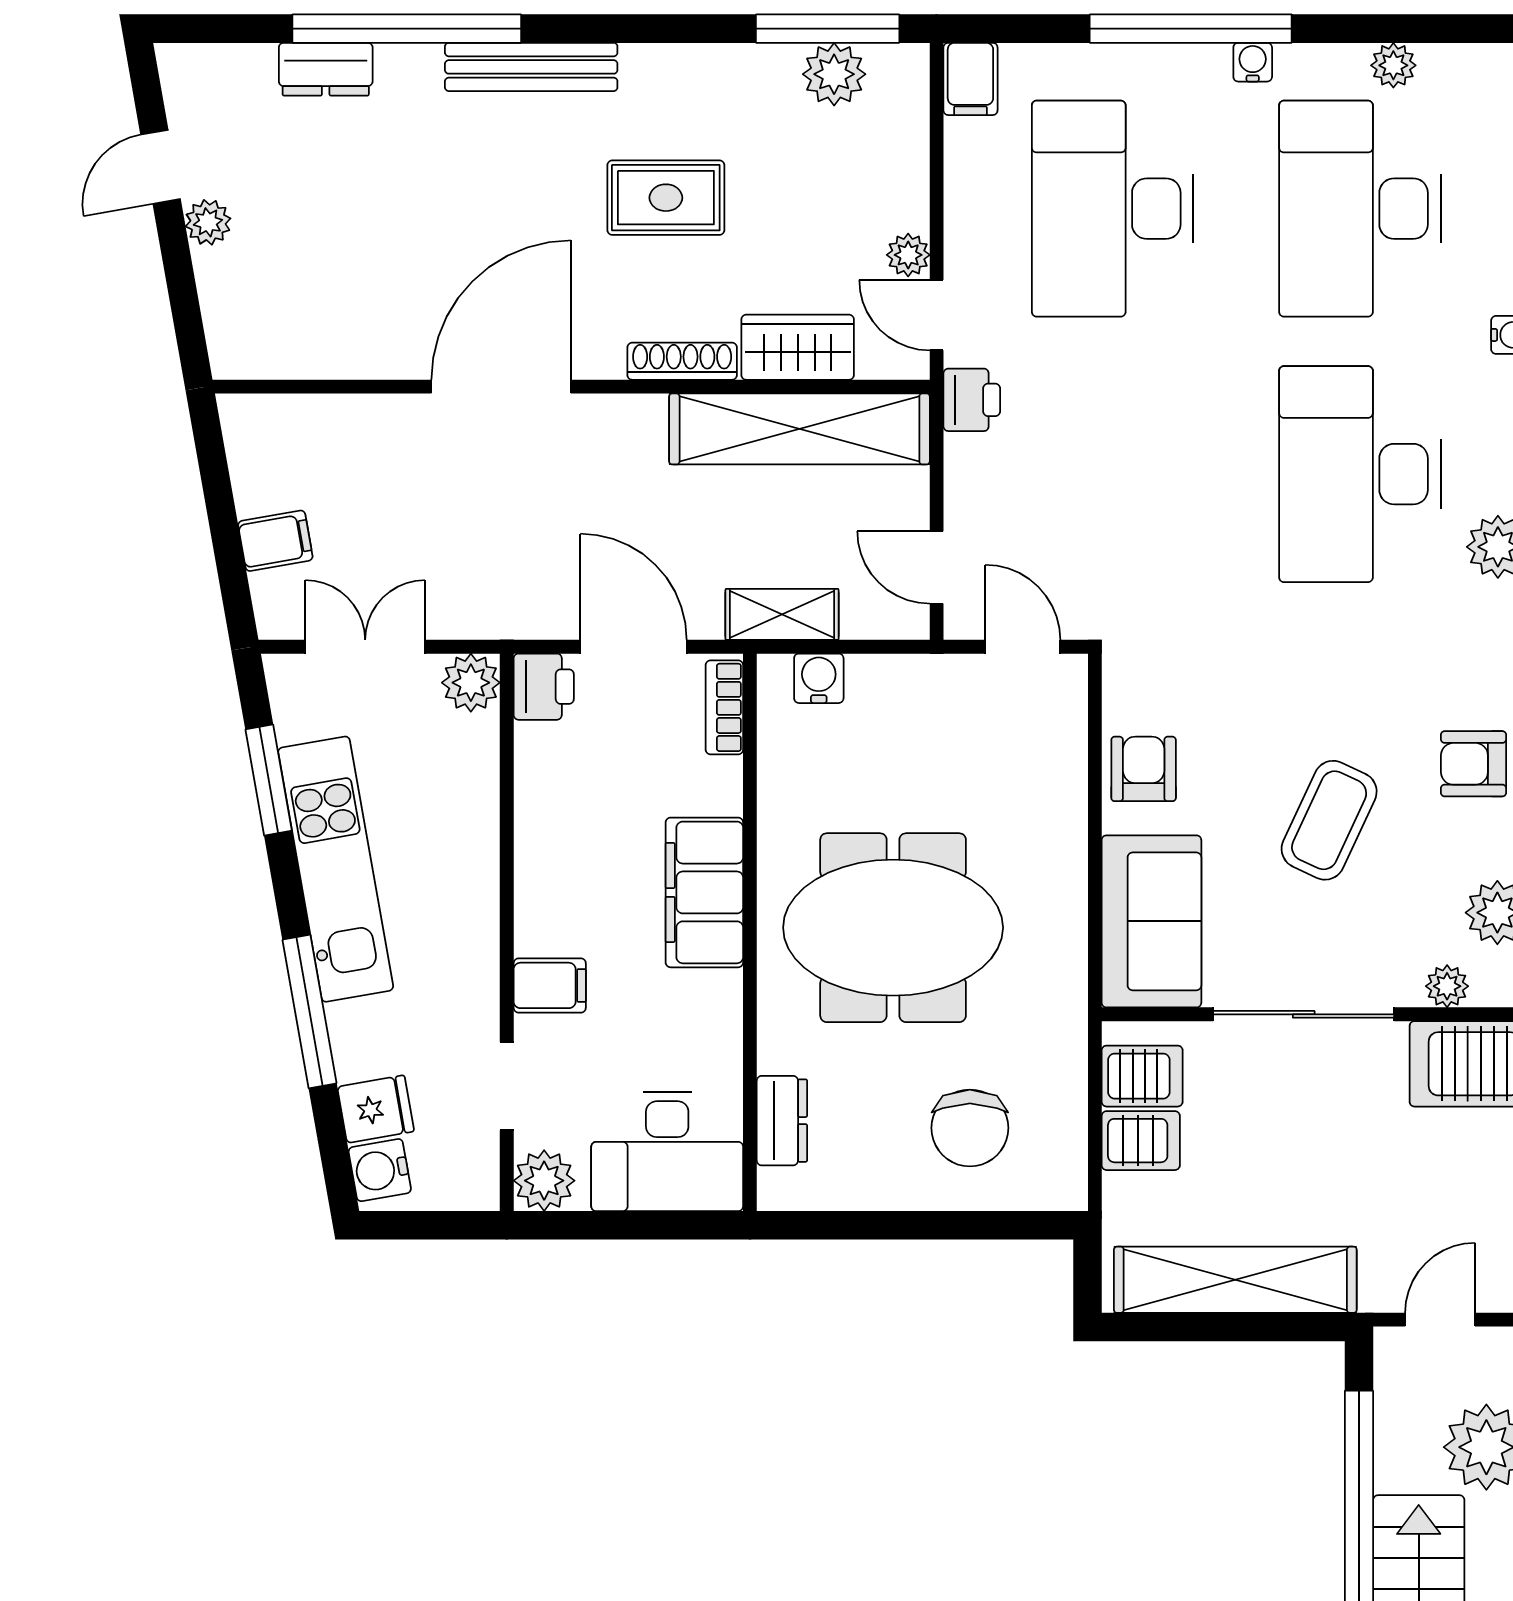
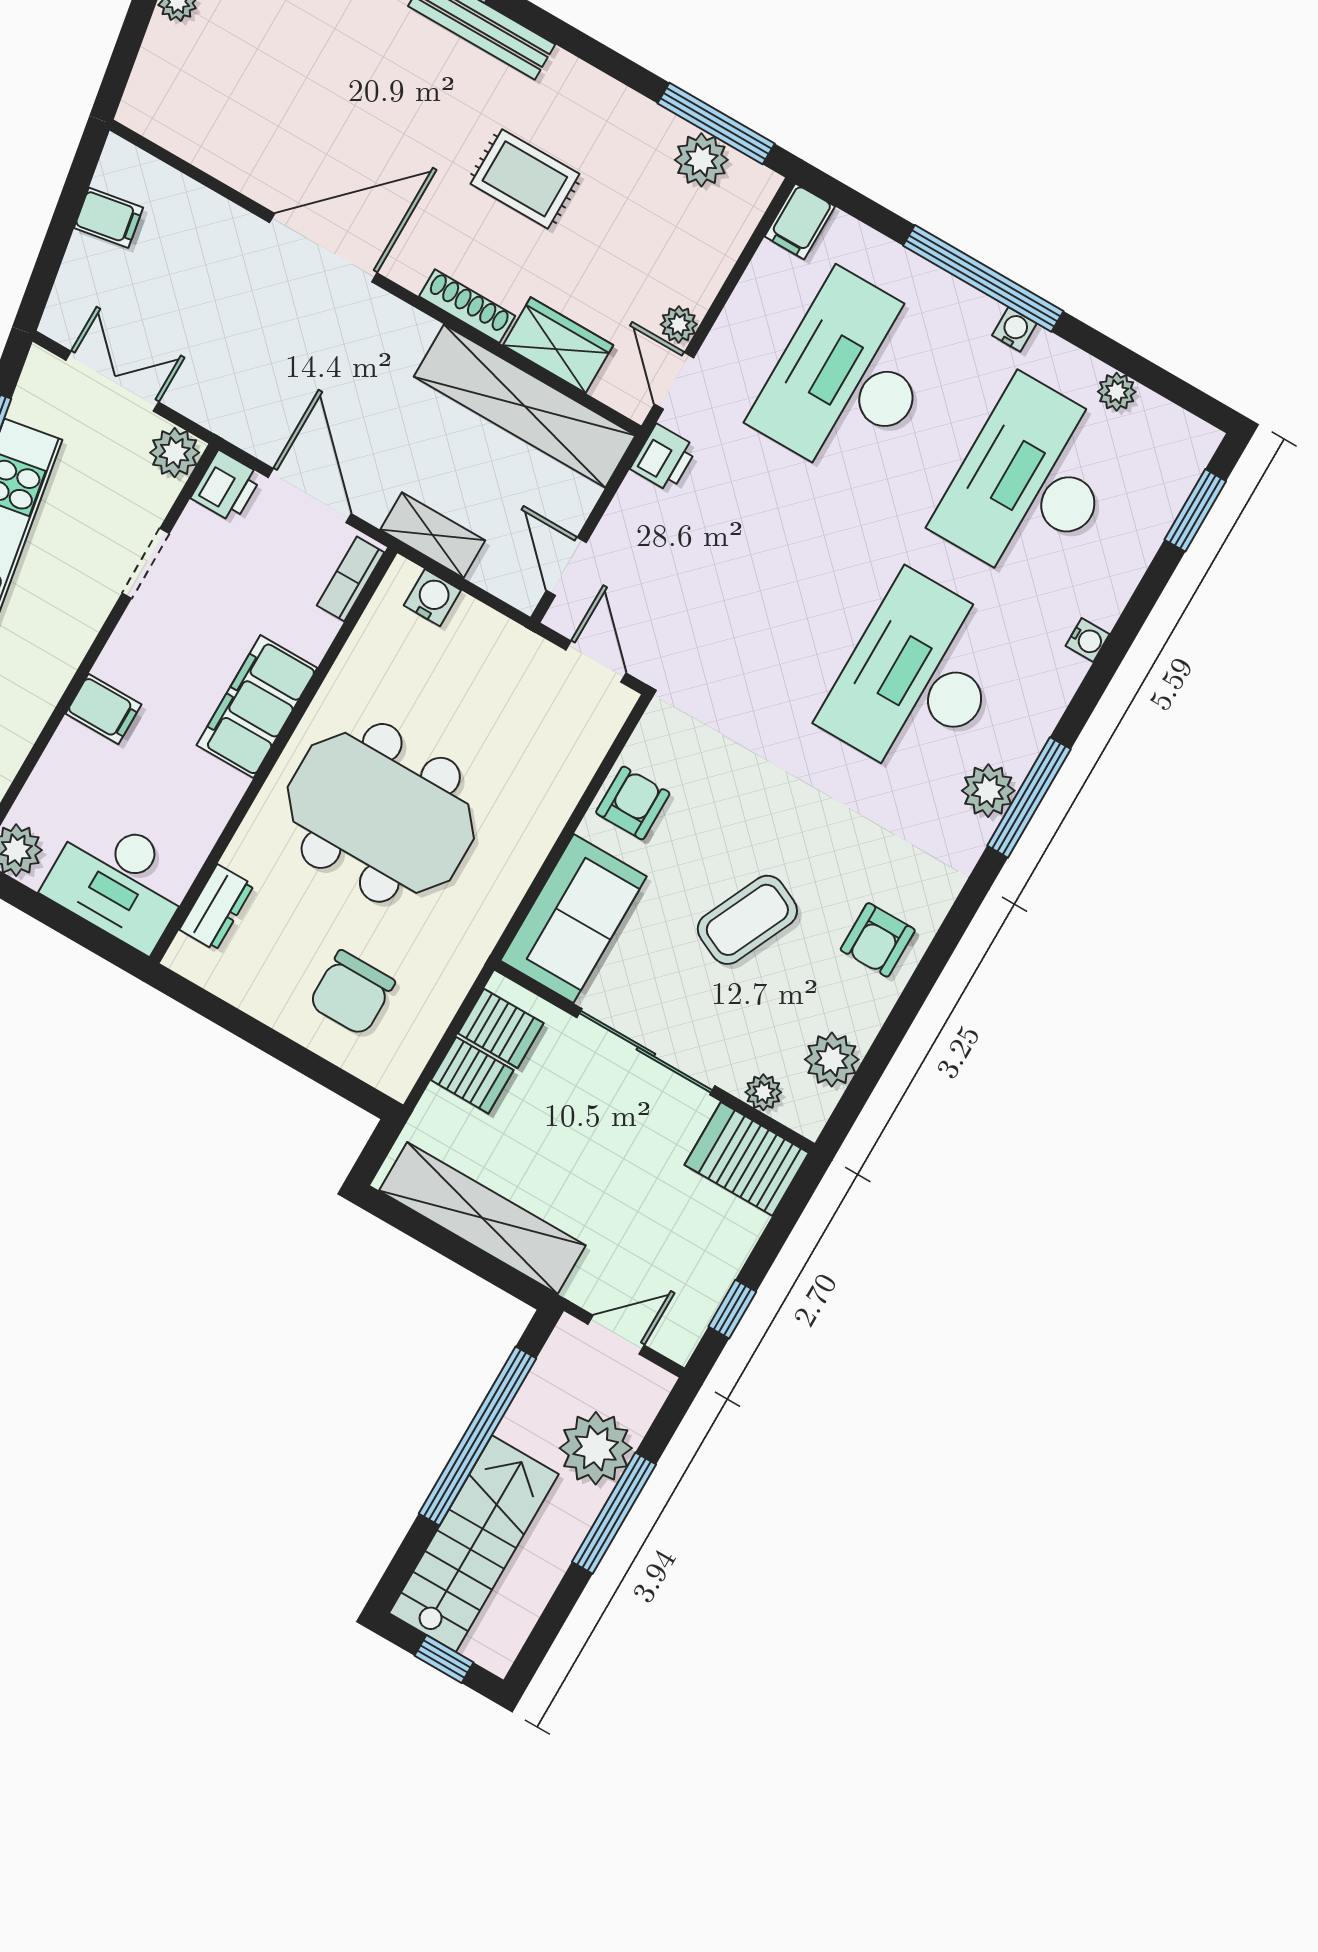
filing cabinet: (275, 541) -> (109, 218), moved
armchair: (1474, 764) -> (878, 940), turned -90
doorway: (507, 1086) -> (146, 563), moved

